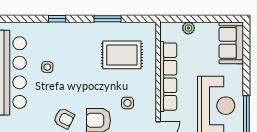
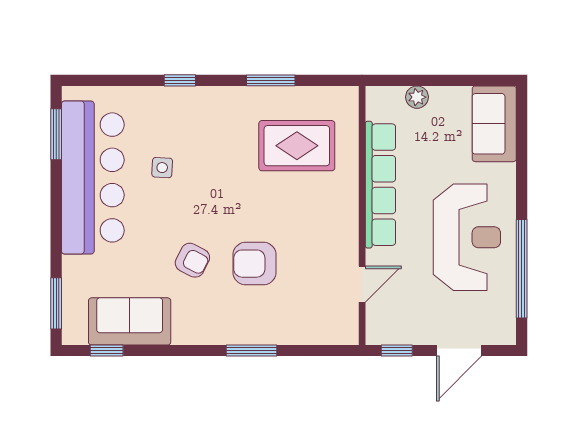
side table: (127, 103) -> (307, 232), removed

